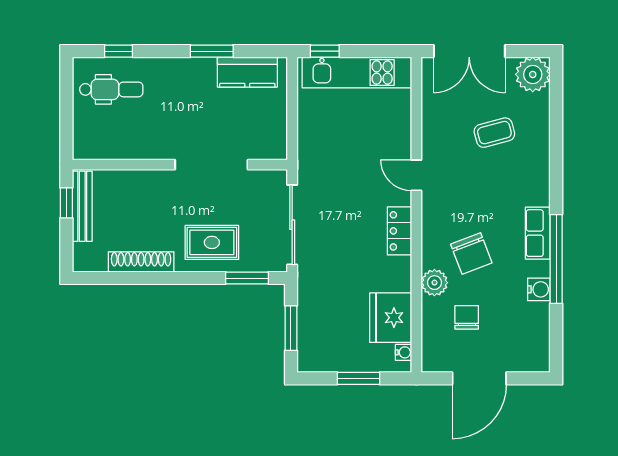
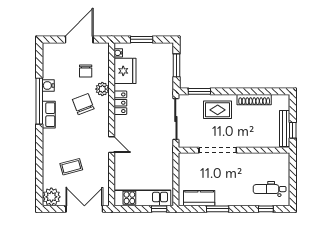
locker: (399, 231) -> (120, 103), moved

